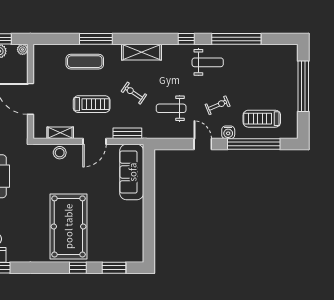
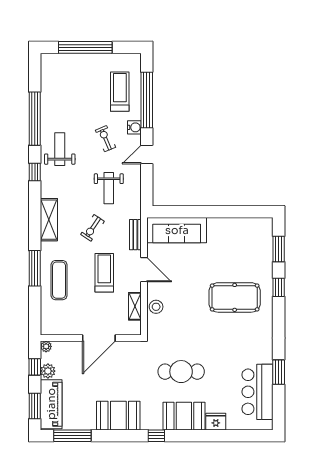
treadmill: (262, 119) -> (120, 92), turned 180
pool table: (68, 226) -> (235, 297), width x0.73, depth x0.76

